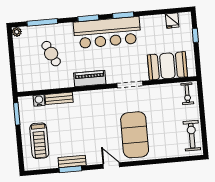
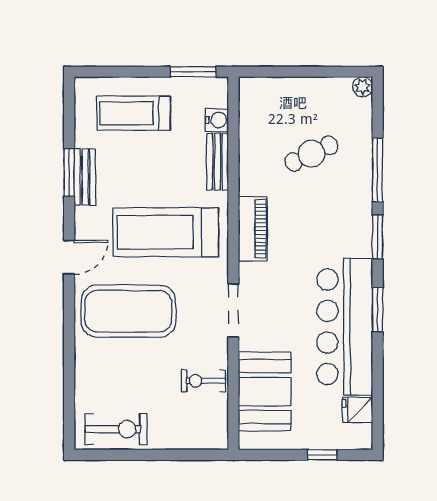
window: (42, 22) -> (378, 170), moved
bar counter: (107, 32) -> (345, 327), moved
exercise bike: (187, 94) -> (204, 381), moved
treadmill: (95, 120) -> (166, 232), added

